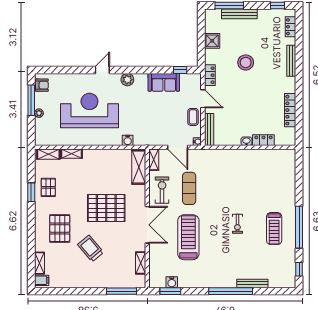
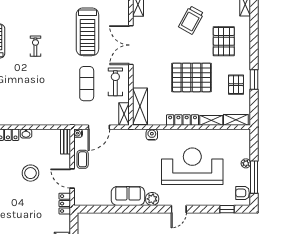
stool: (246, 62) -> (31, 173), moved
window: (180, 70) -> (227, 209), moved
sofa: (164, 82) -> (128, 196), moved
reception desk: (89, 110) -> (192, 166), turned 180
bench: (209, 129) -> (66, 142), width x0.73
door: (178, 147) -> (99, 127), swing flipped
locker: (99, 154) -> (183, 120), added
exercise bike: (162, 190) -> (115, 82), turned 180
pallet: (106, 208) -> (192, 77), moved
trolley: (91, 248) -> (191, 20), turned 69

